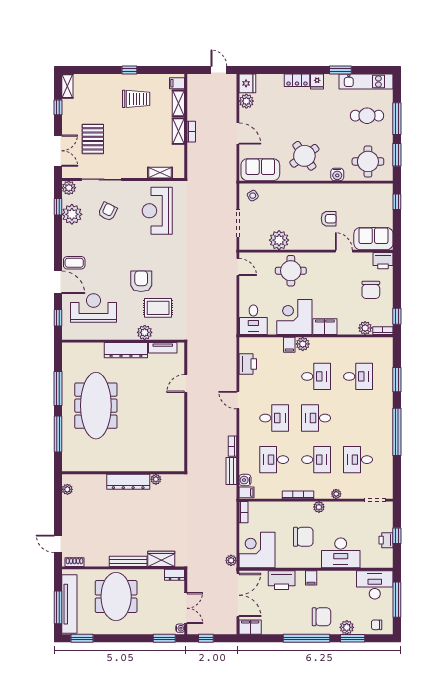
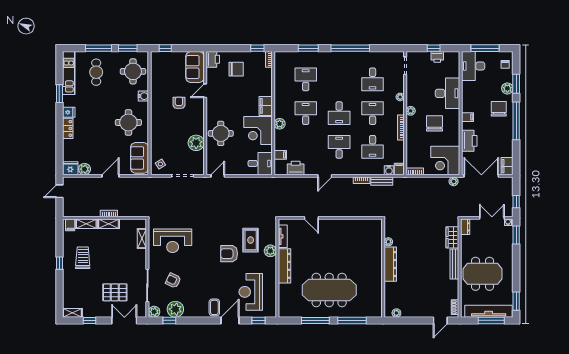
round table: (304, 156) -> (128, 122), turned 35
plant: (365, 328) -> (267, 74), removed
filing cabinet: (289, 345) -> (280, 155), moved

